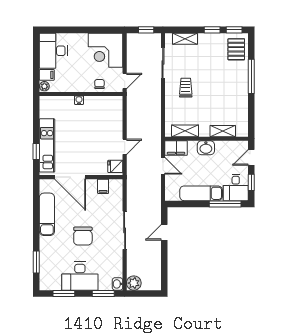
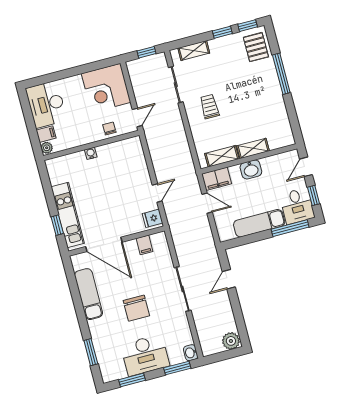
shelving: (223, 131) -> (253, 148), moved
plant: (134, 283) -> (231, 341), moved

